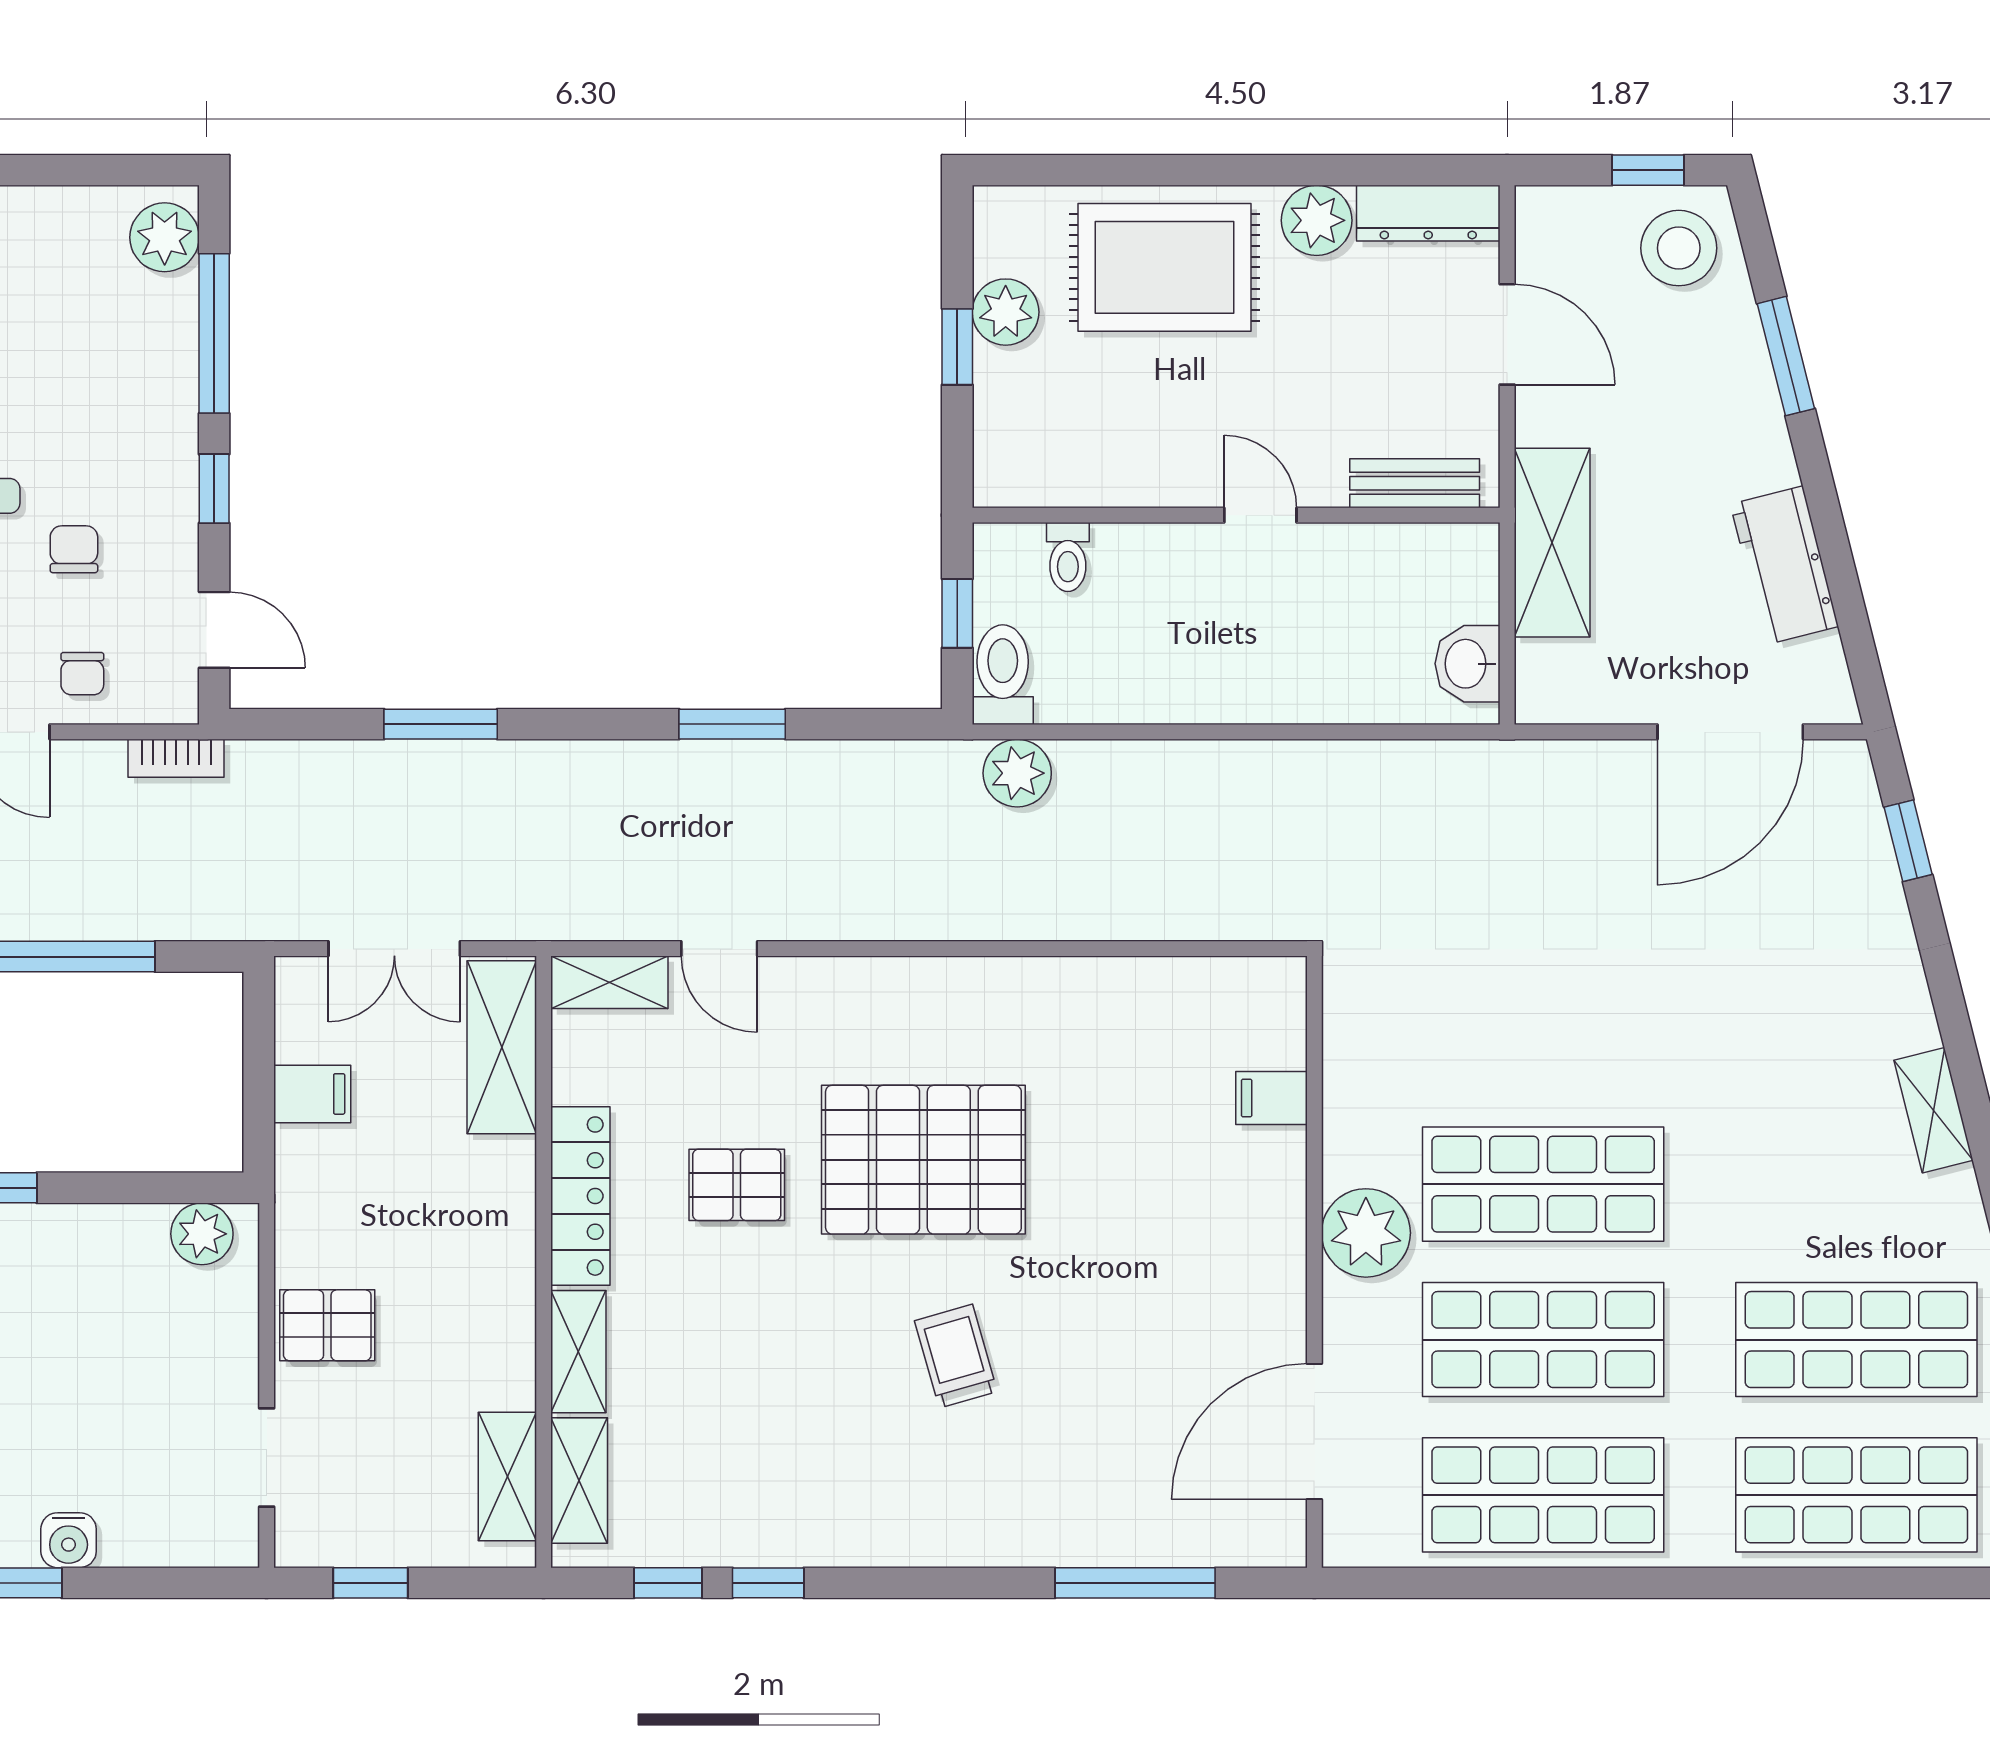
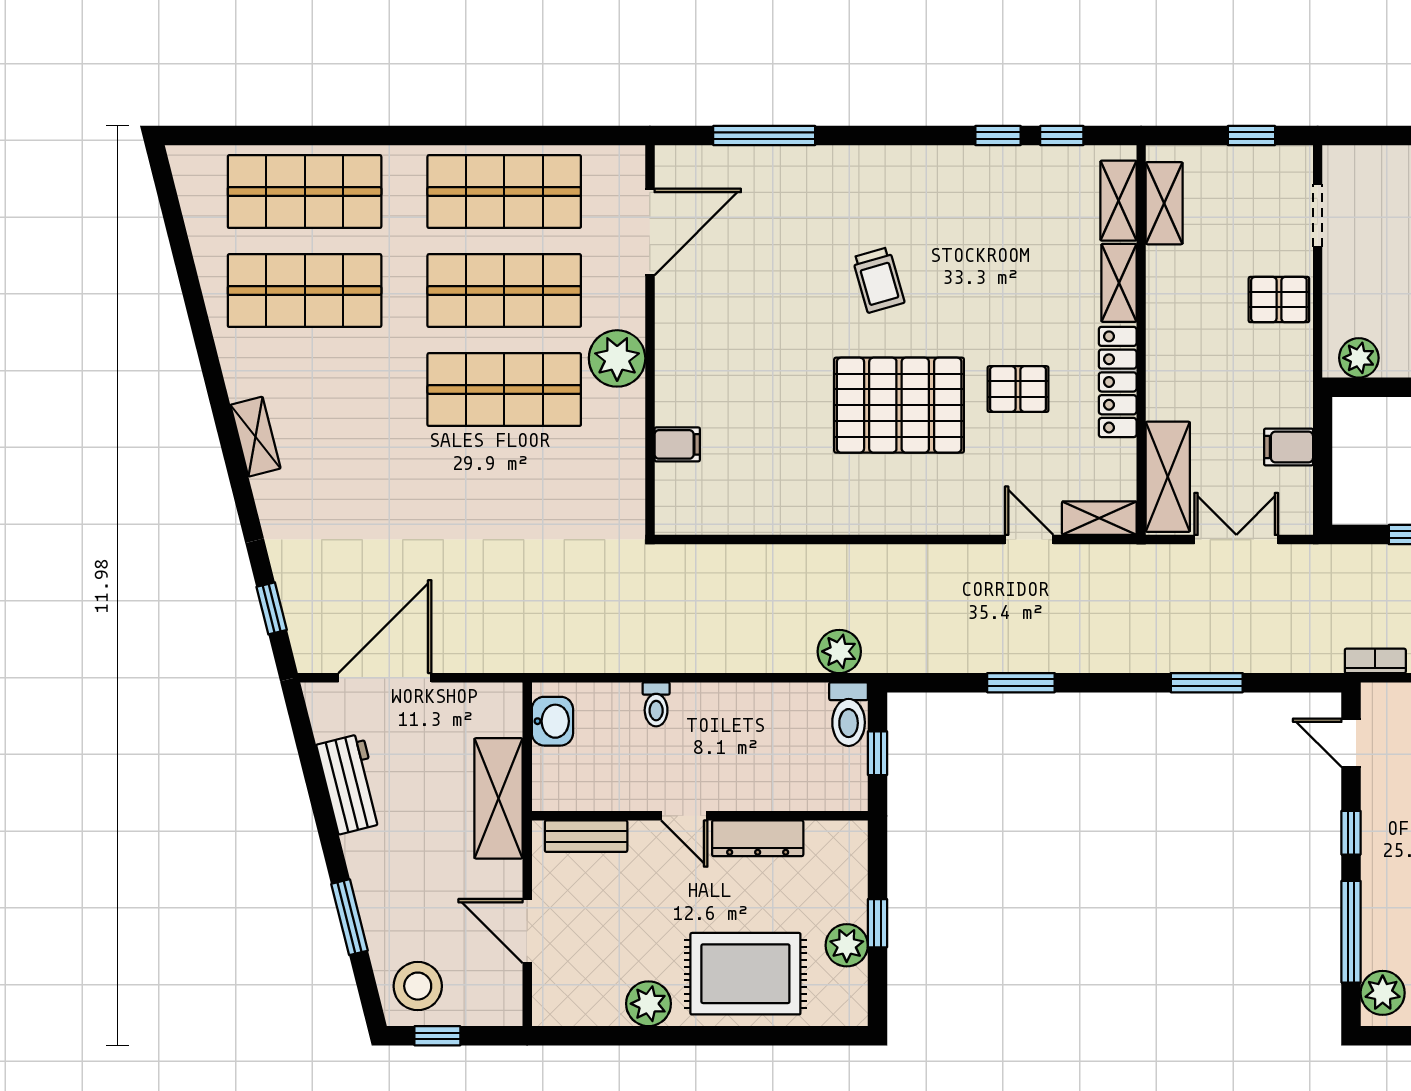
dresser: (1428, 213) -> (758, 838), moved, turned 180
toilet: (1068, 557) -> (656, 704), moved, turned 180

